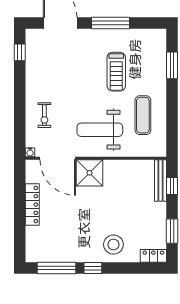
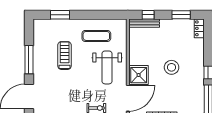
treadmill: (116, 72) -> (65, 55), turned -90
stool: (113, 245) -> (172, 67), moved

